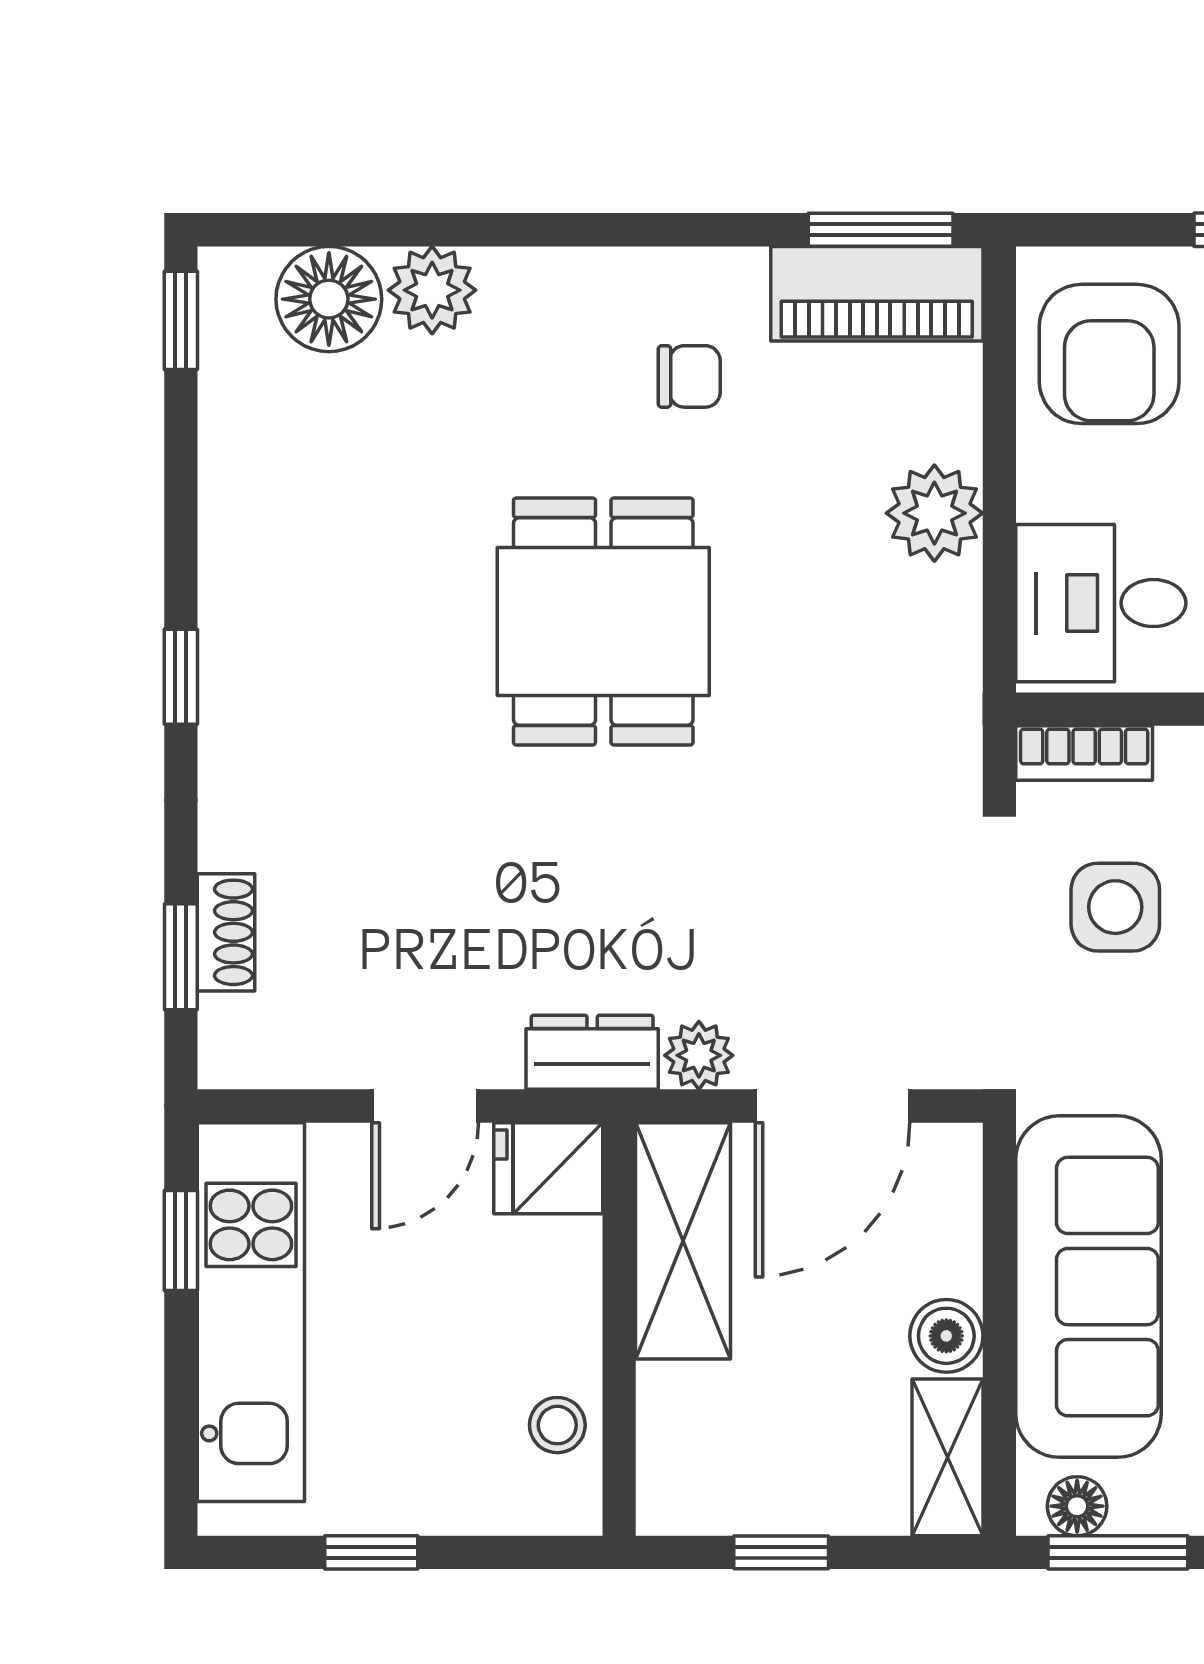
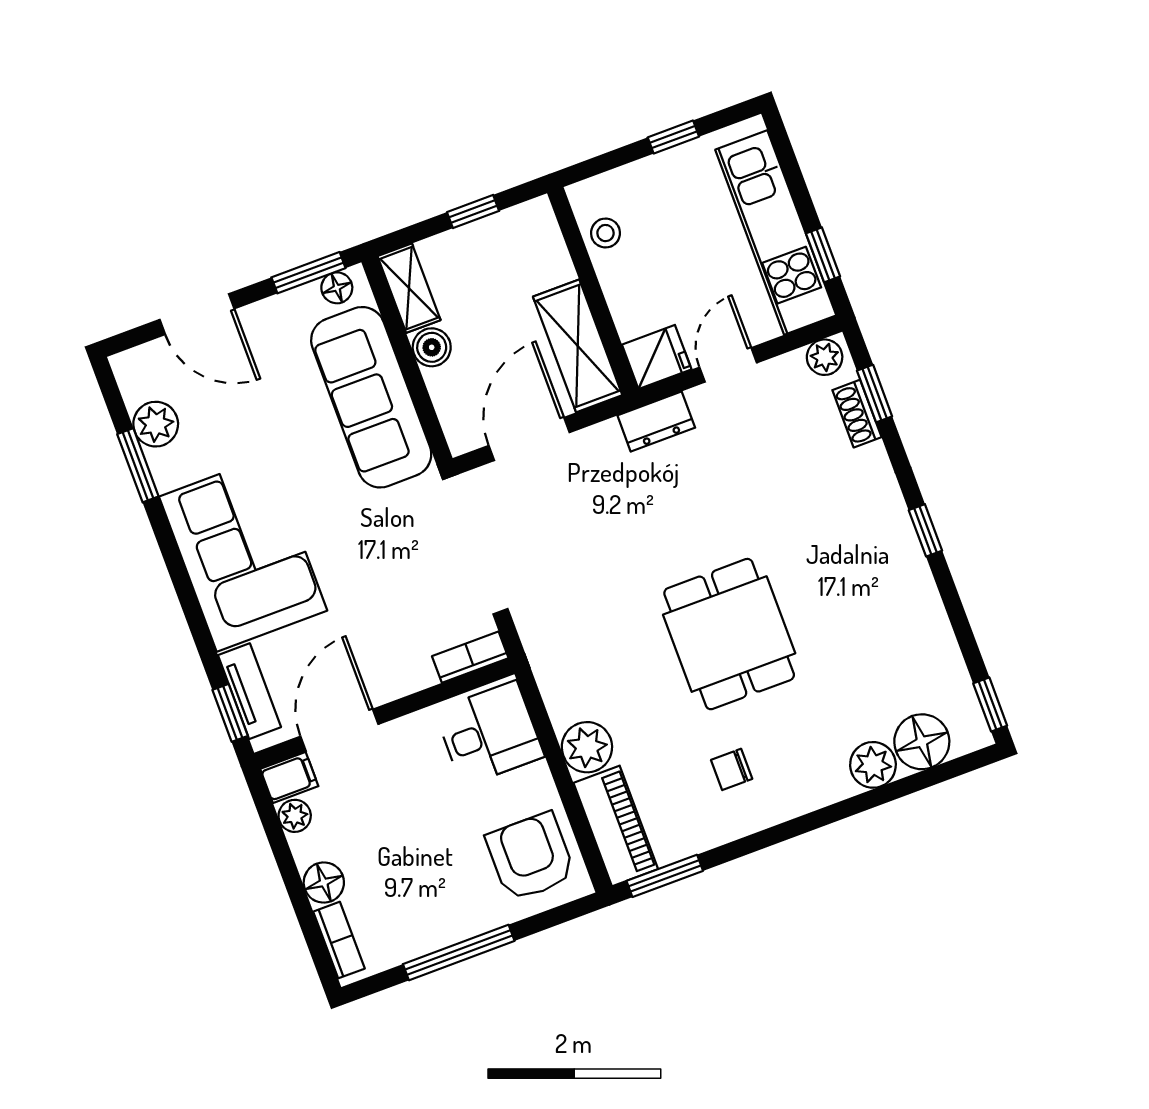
piano: (877, 294) -> (616, 826), moved, turned 90
side table: (1115, 907) -> (427, 588), removed
plant: (699, 1055) -> (825, 357), moved

